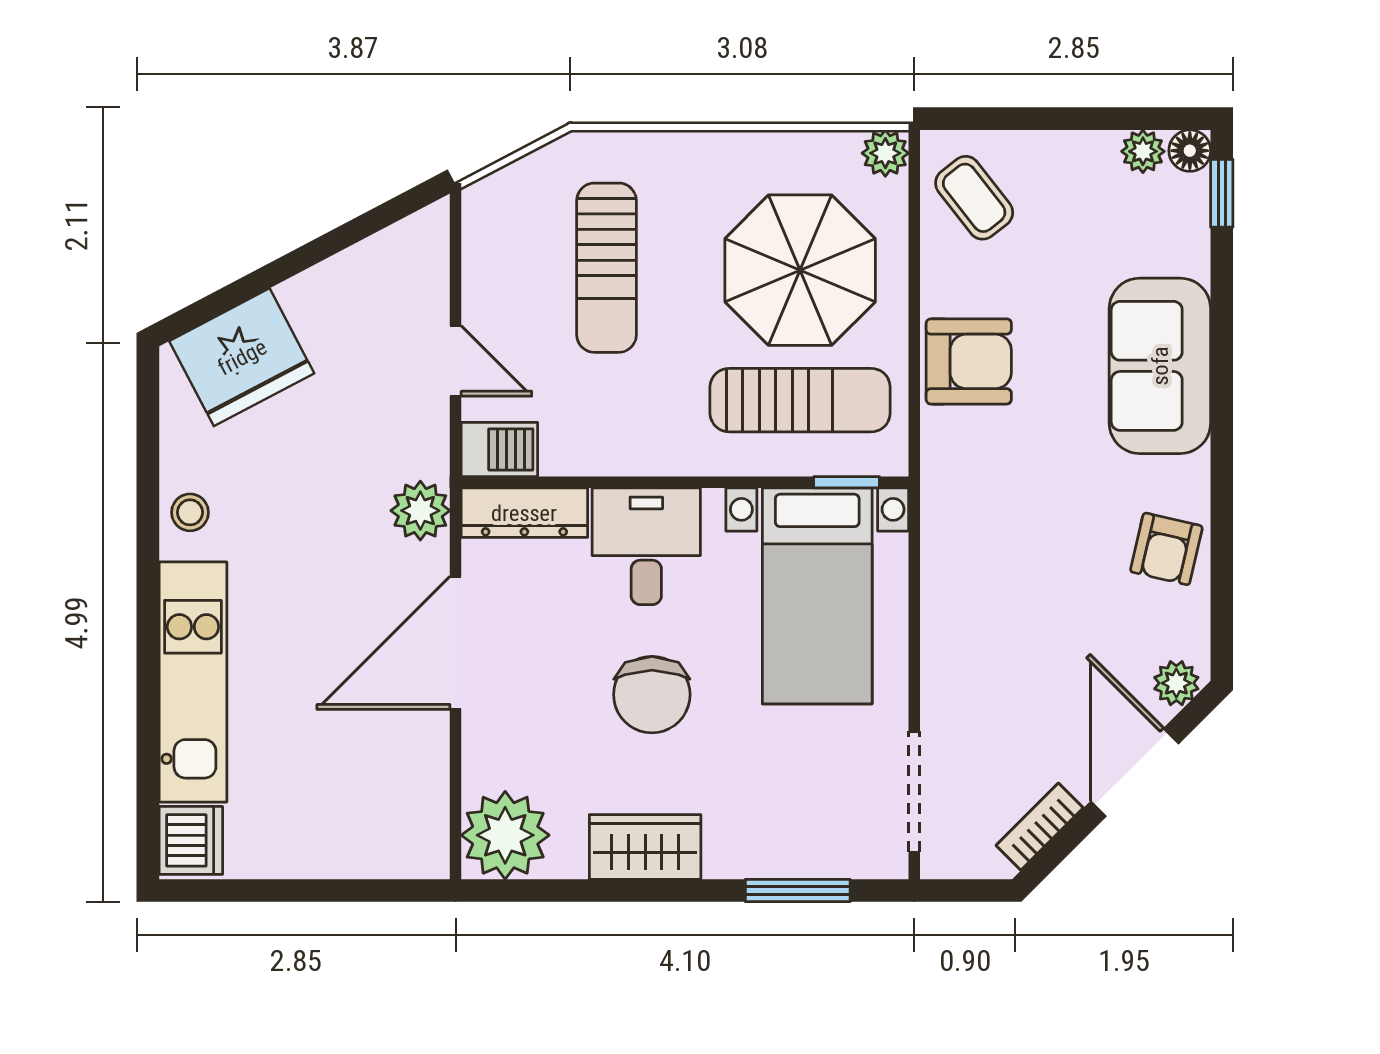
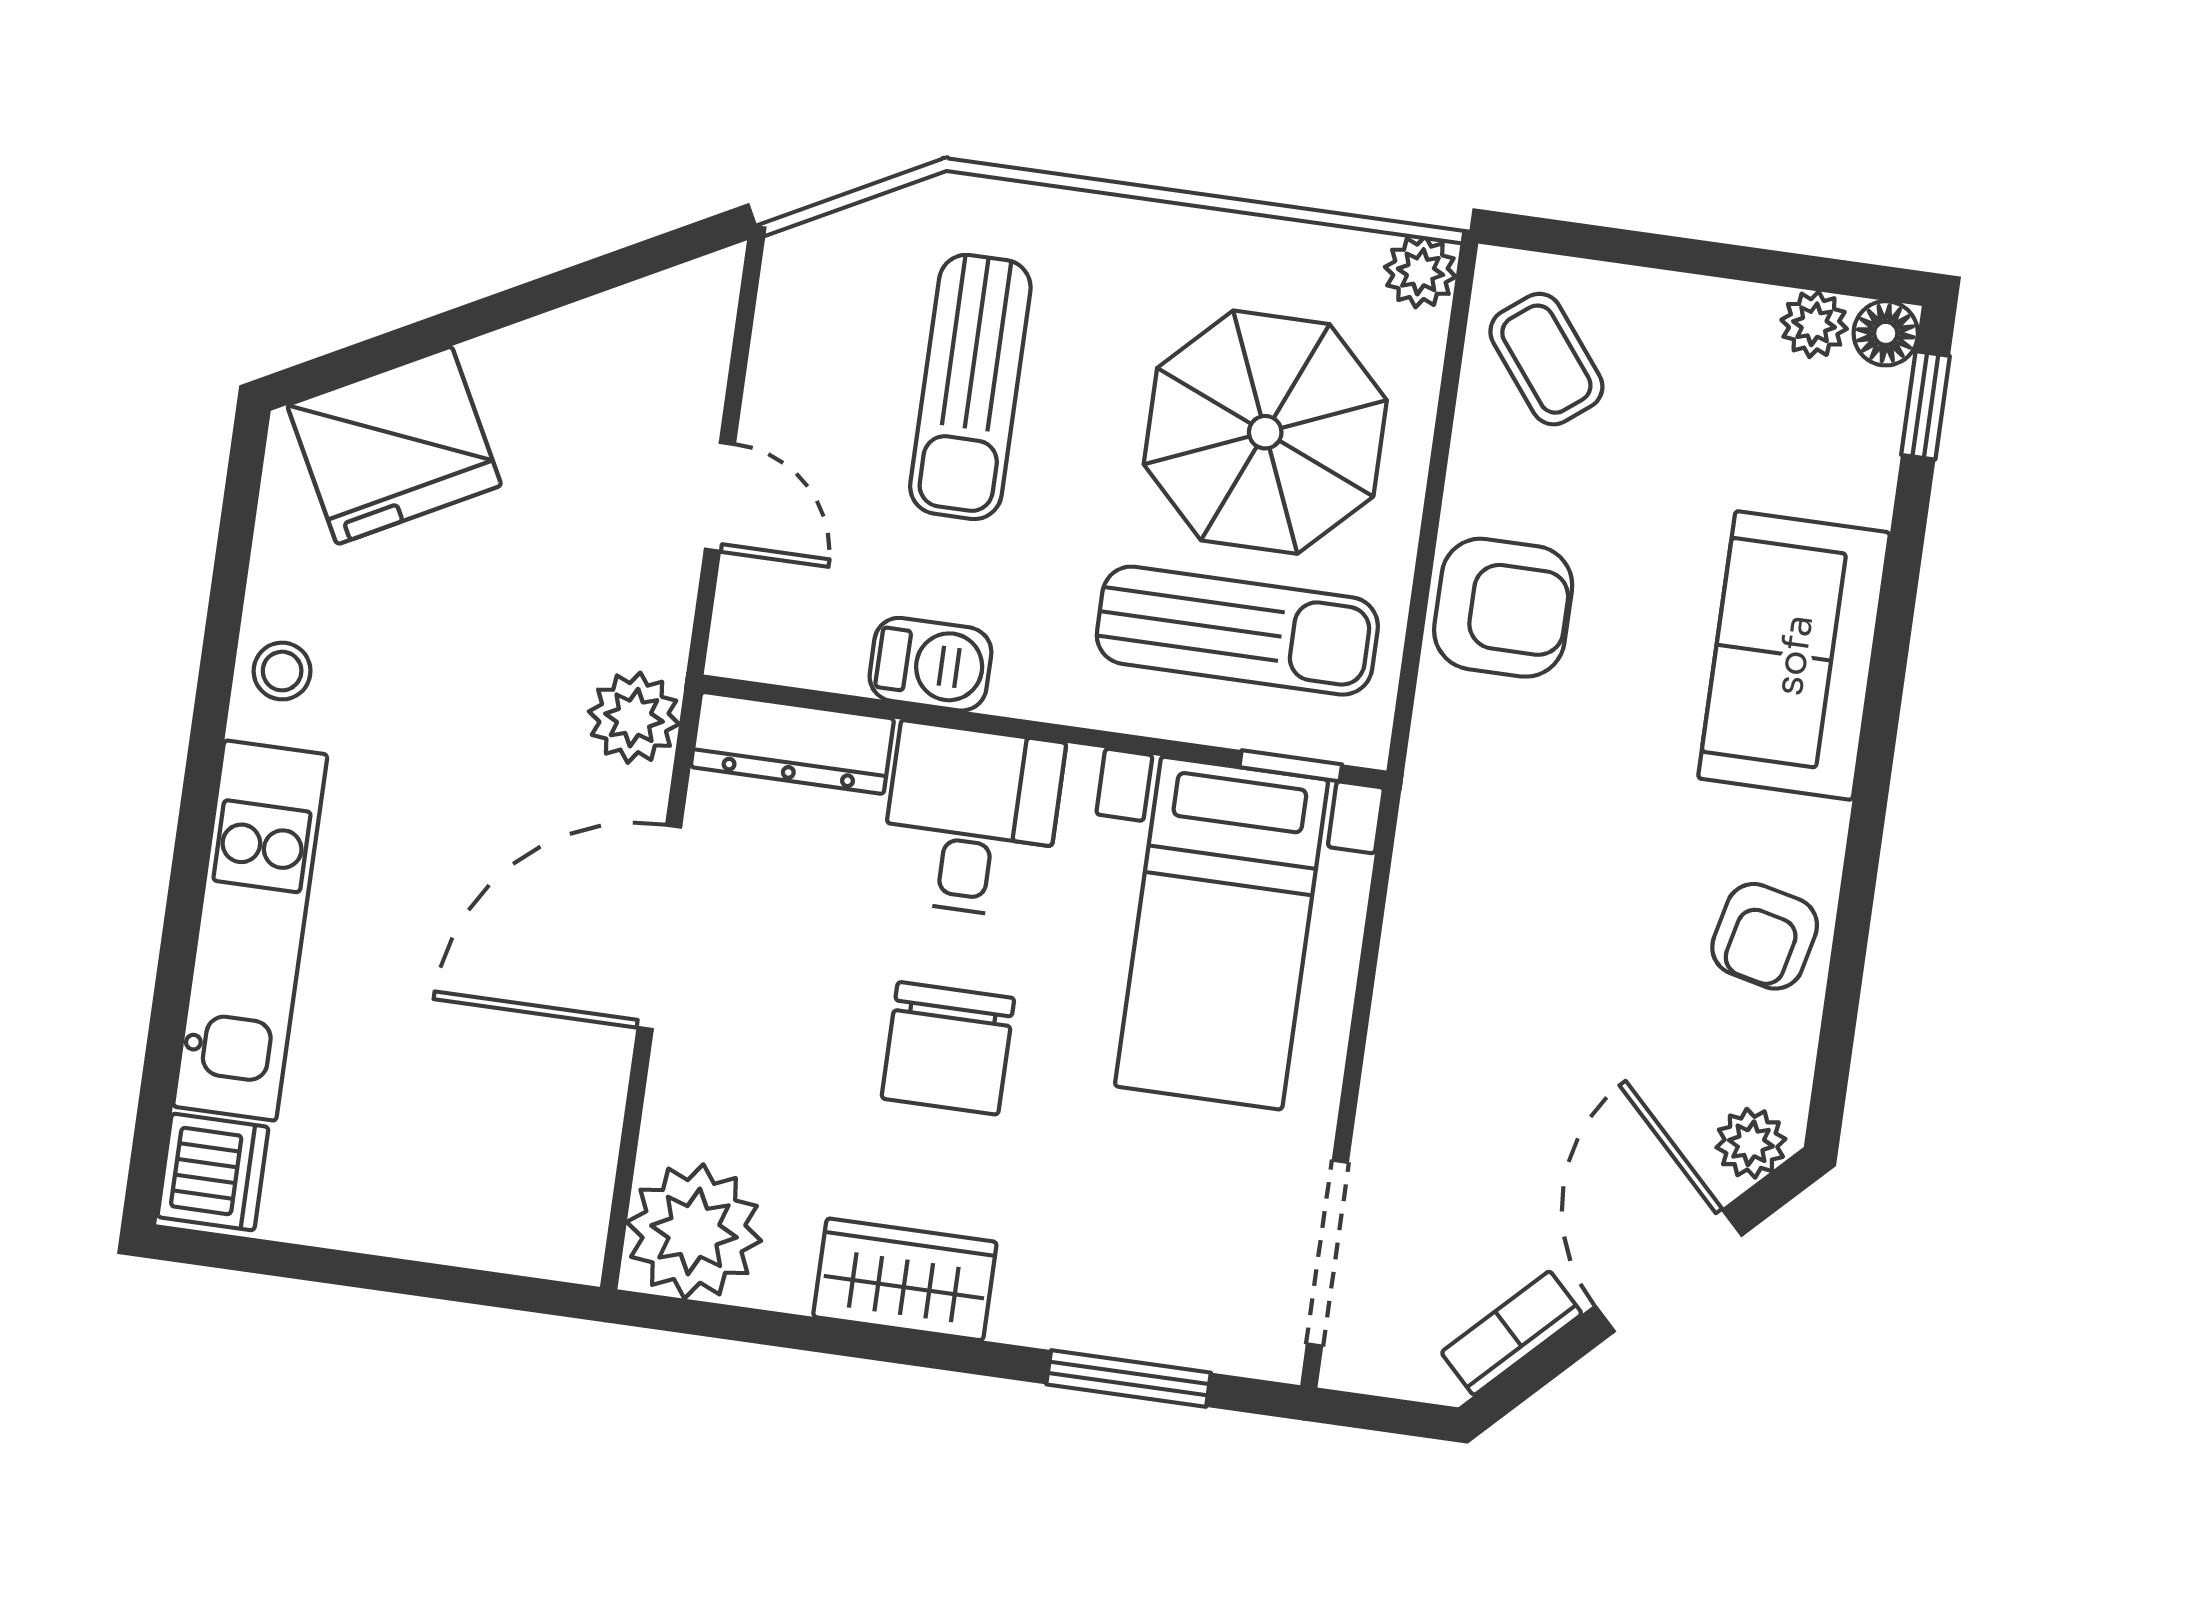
barbecue: (499, 449) -> (930, 664), moved

